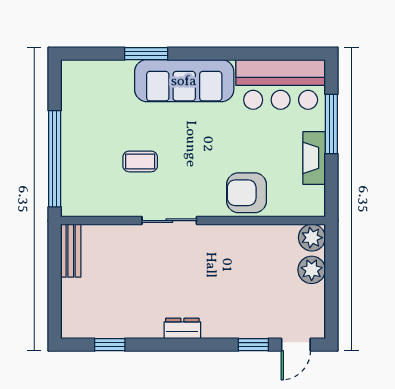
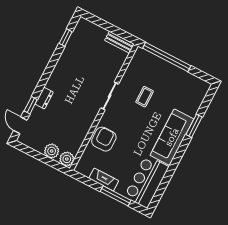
dresser: (182, 328) -> (44, 98), moved

